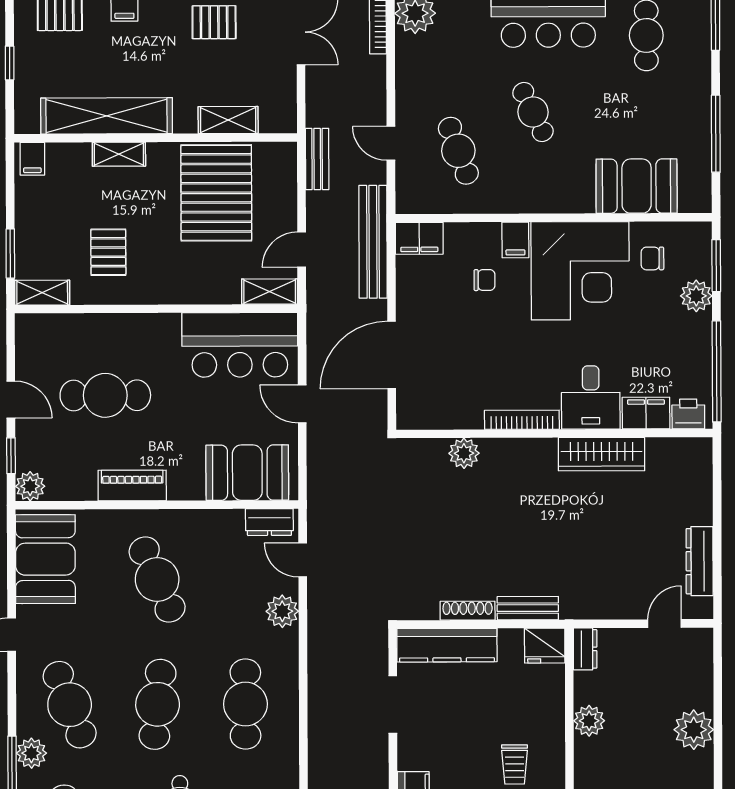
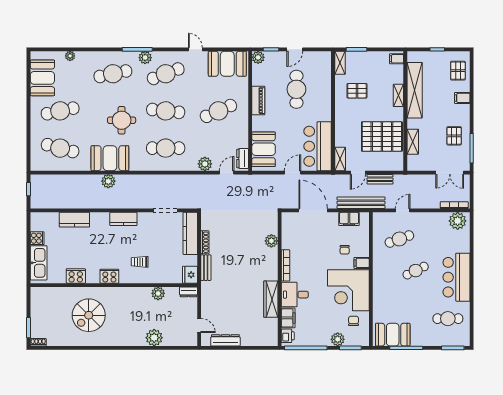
bench: (317, 159) -> (380, 179), moved
booth: (637, 186) -> (393, 335), moved, turned 90
filing cabinet: (419, 238) -> (349, 219), moved, turned -90
door: (302, 250) -> (358, 173), swing flipped

